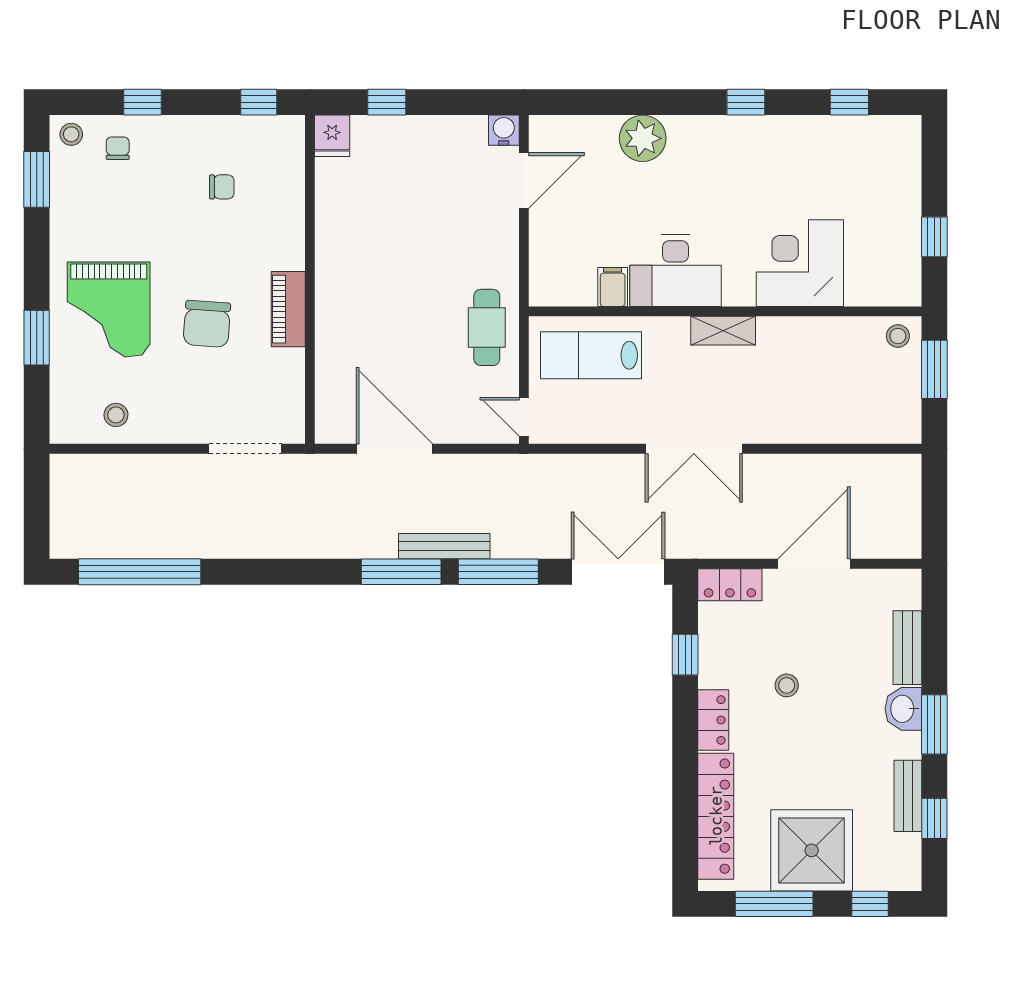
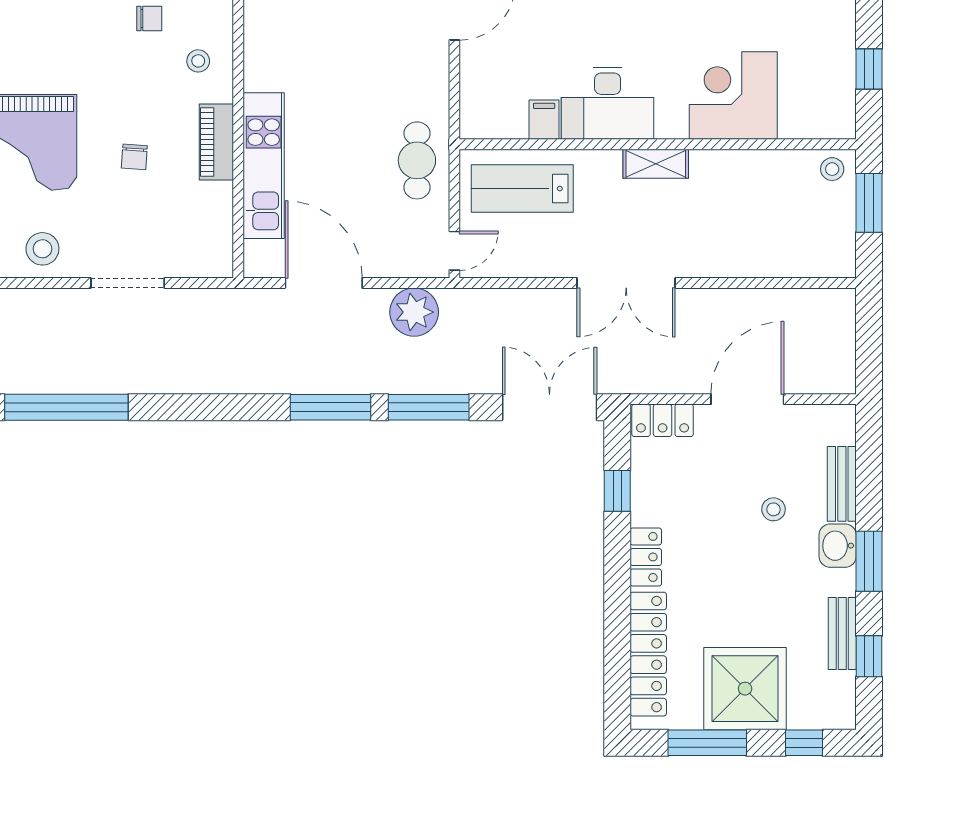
stool: (270, 229) -> (198, 61), added
chair: (207, 324) -> (134, 157), width x0.54, depth x0.54
kitchen unit: (335, 333) -> (264, 166), added
stool: (116, 415) -> (42, 249), width x1.37, depth x1.37
door: (524, 417) -> (454, 251), swing flipped
doorway: (245, 449) -> (128, 283), moved
plant: (484, 478) -> (414, 312), added
bench: (444, 546) -> (374, 381), removed
stool: (787, 685) -> (773, 509), moved

